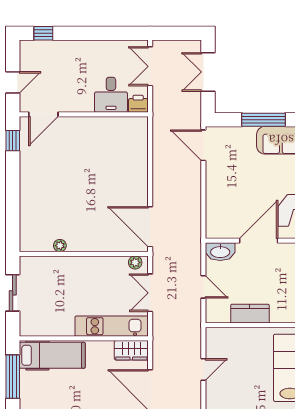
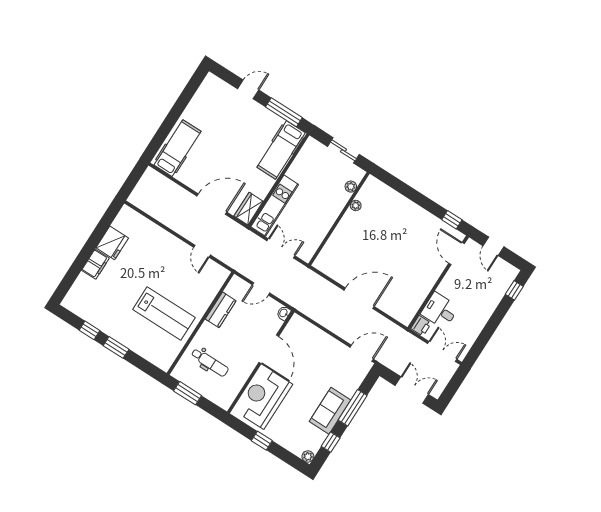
door: (150, 227) -> (359, 298), moved
washbasin: (220, 252) -> (284, 313), width x0.52, depth x0.69
plant: (135, 262) -> (351, 187), moved

